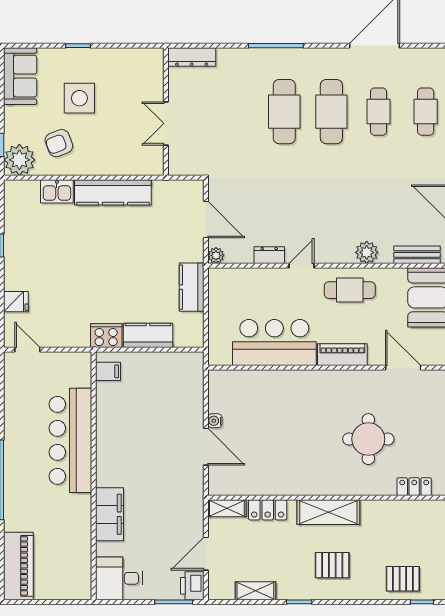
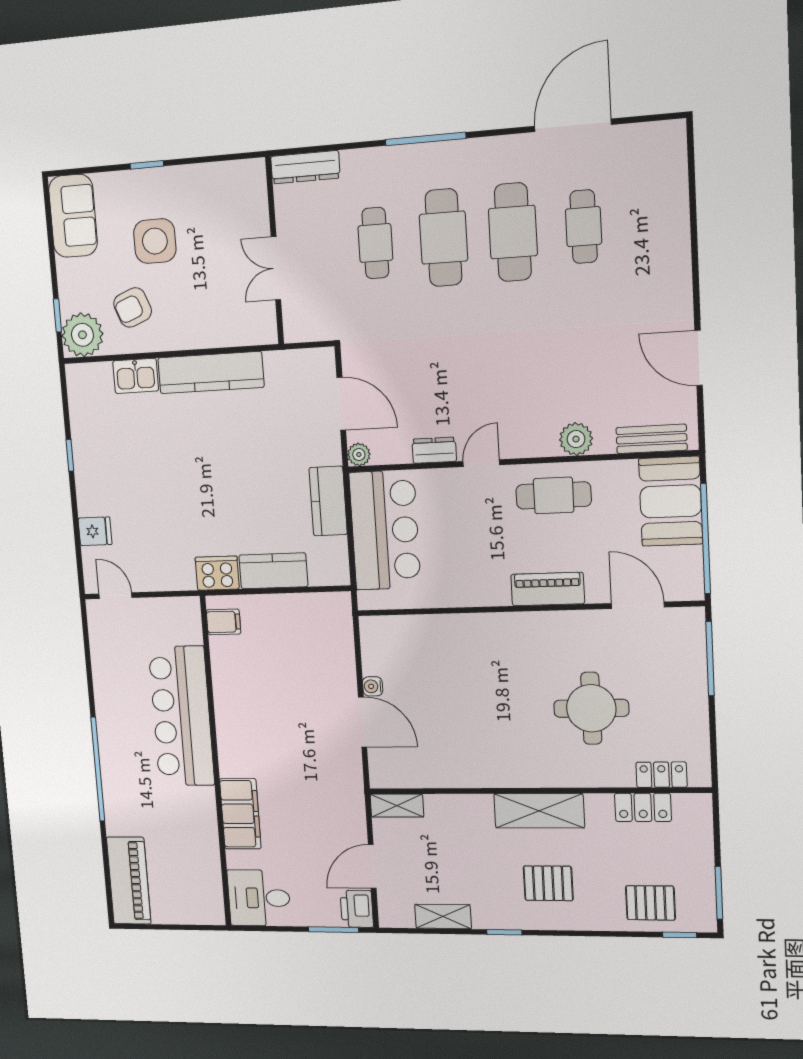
cafe table: (426, 112) -> (375, 243), moved
bar counter: (274, 343) -> (385, 530), moved, turned 90
locker: (268, 510) -> (643, 807), moved

